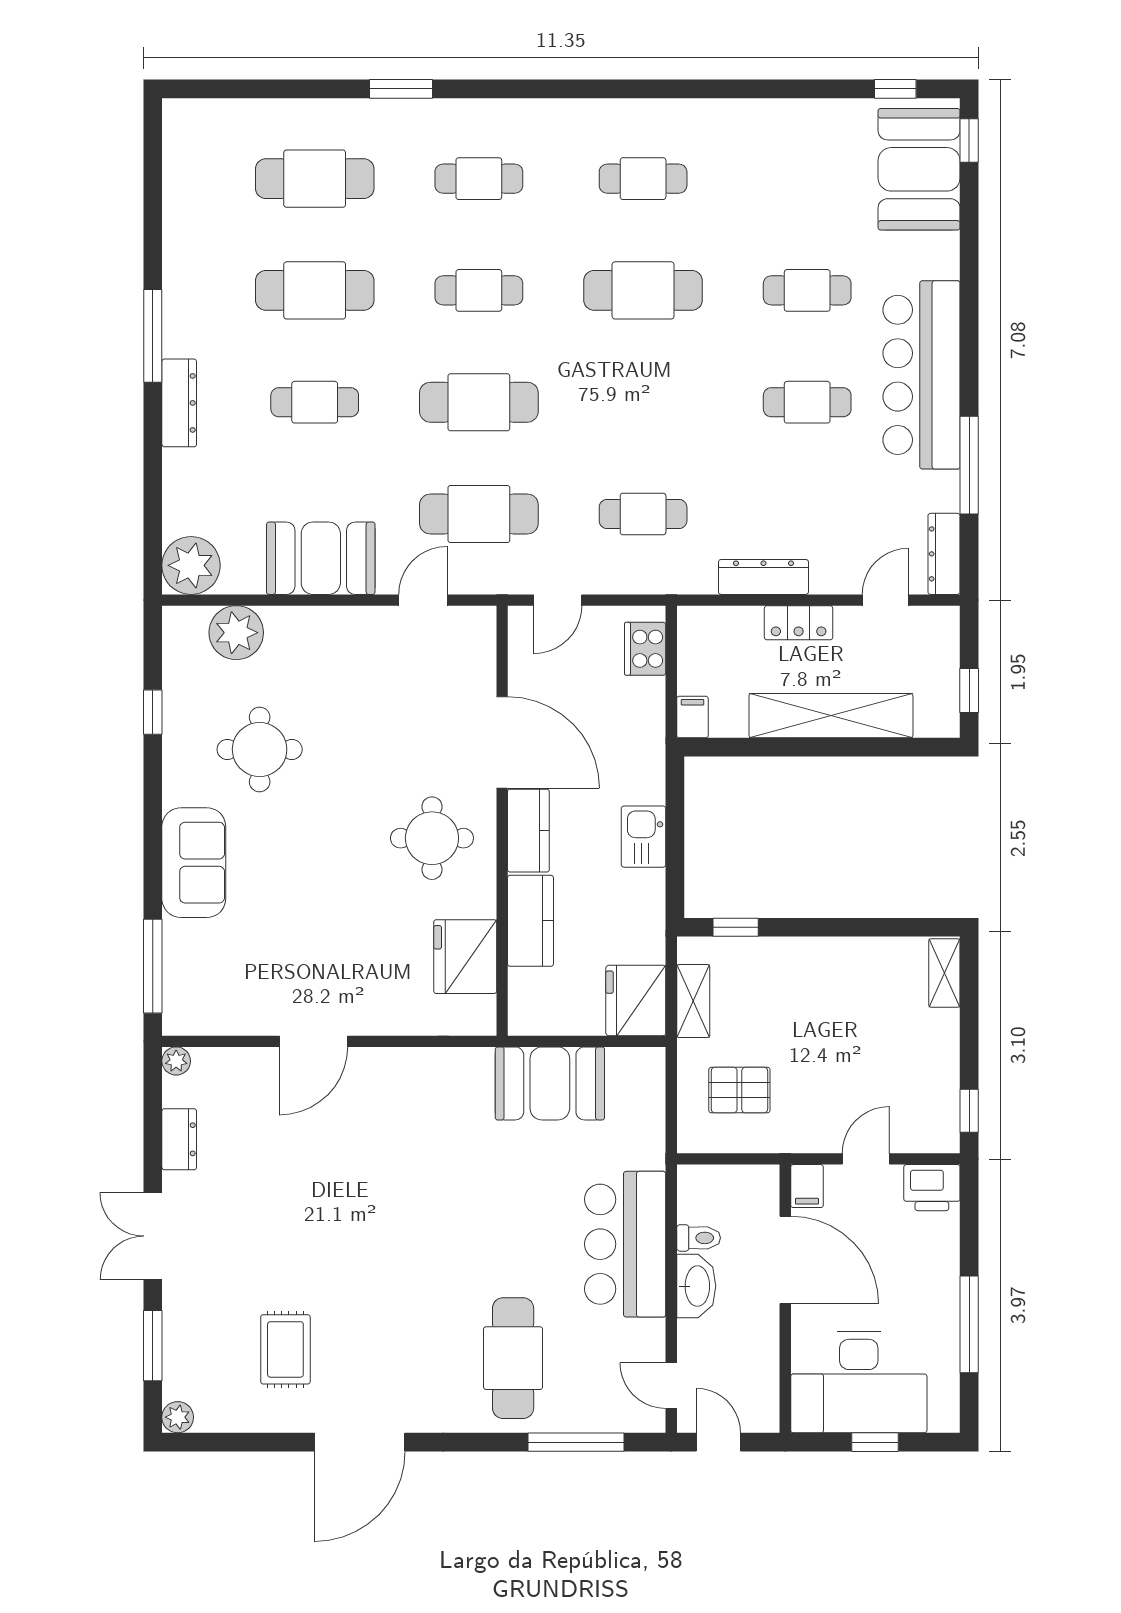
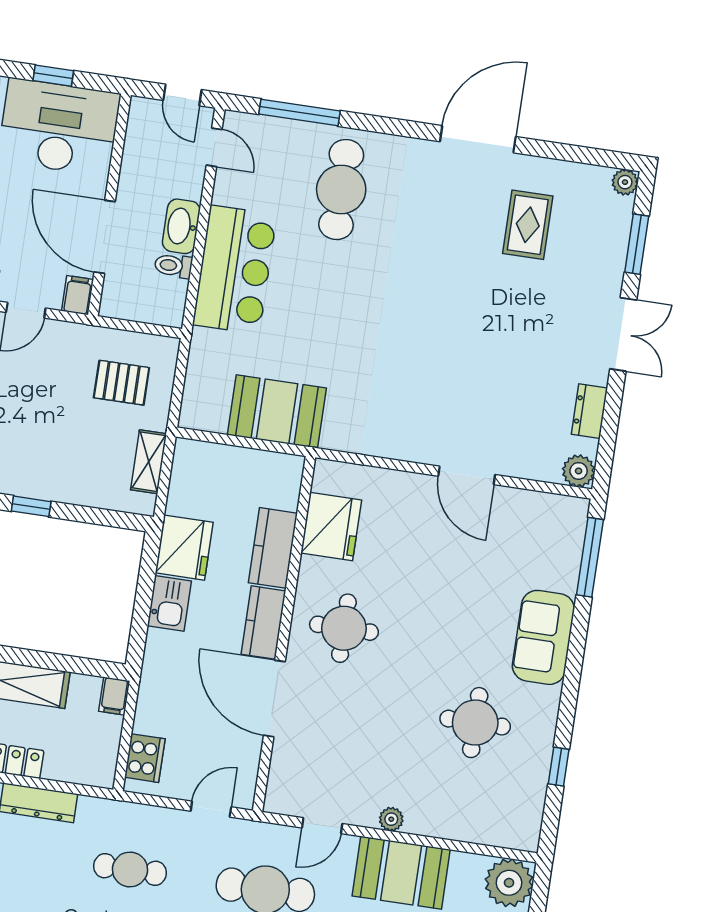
plant: (236, 633) -> (391, 819), moved, width x0.53, depth x0.53
window: (736, 927) -> (31, 506), moved
fridge: (636, 1000) -> (184, 548), moved
door: (313, 1041) -> (467, 475), swing flipped
plant: (176, 1061) -> (579, 471), width x1.38, depth x1.38

